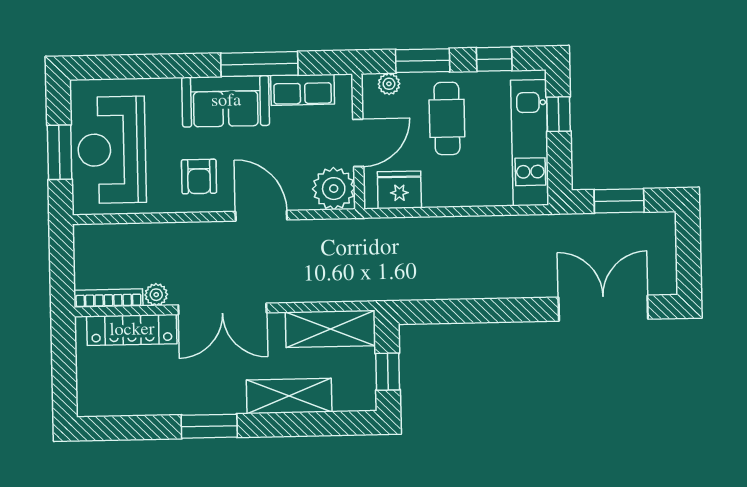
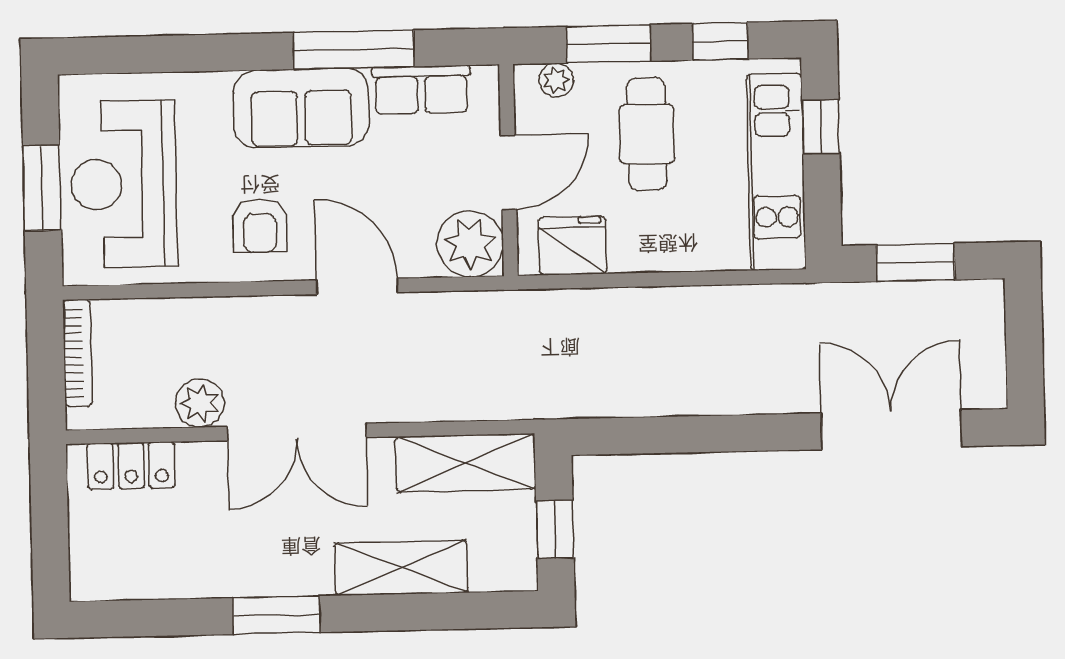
plant: (156, 295) -> (200, 403), width x1.38, depth x1.38
bookcase: (108, 298) -> (78, 353), moved, turned 90
locker: (132, 330) -> (131, 466), width x0.66

